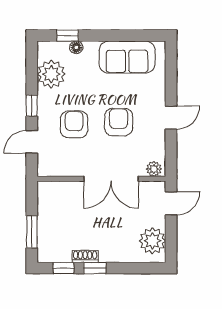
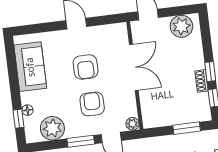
window: (32, 106) -> (81, 141), width x1.50
armchair: (119, 122) -> (86, 67), turned -90
armchair: (74, 124) -> (92, 104), turned 90
plant: (154, 169) -> (133, 124), moved

